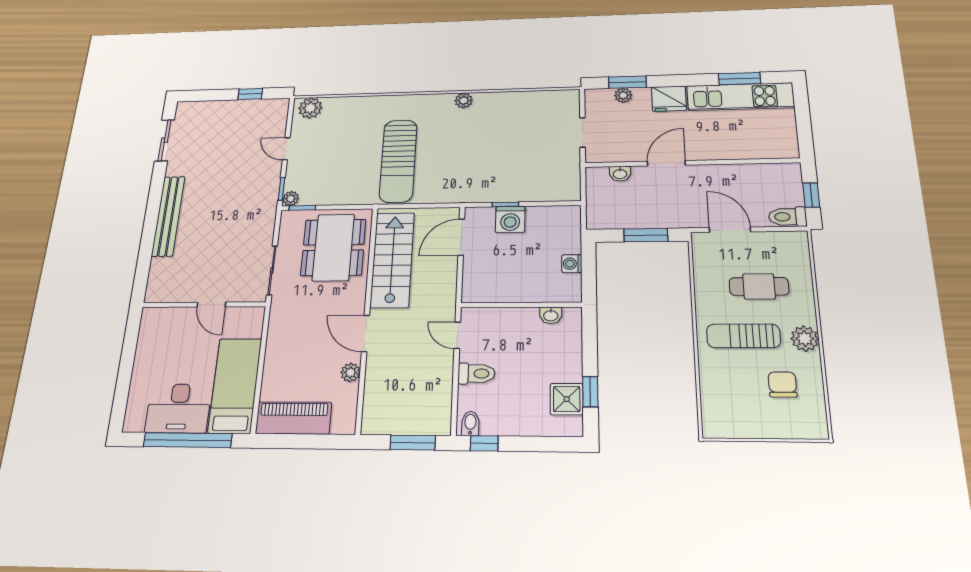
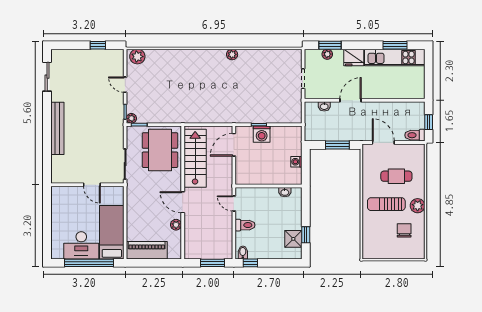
sun lounger: (398, 161) -> (194, 95), removed

